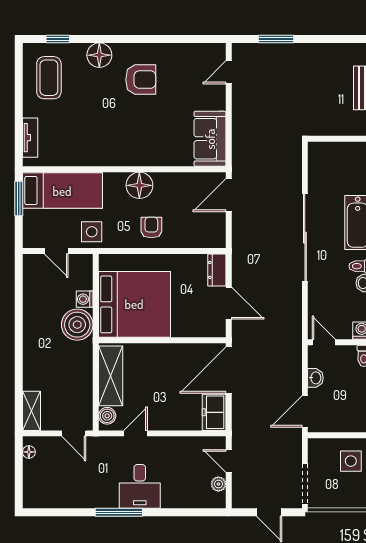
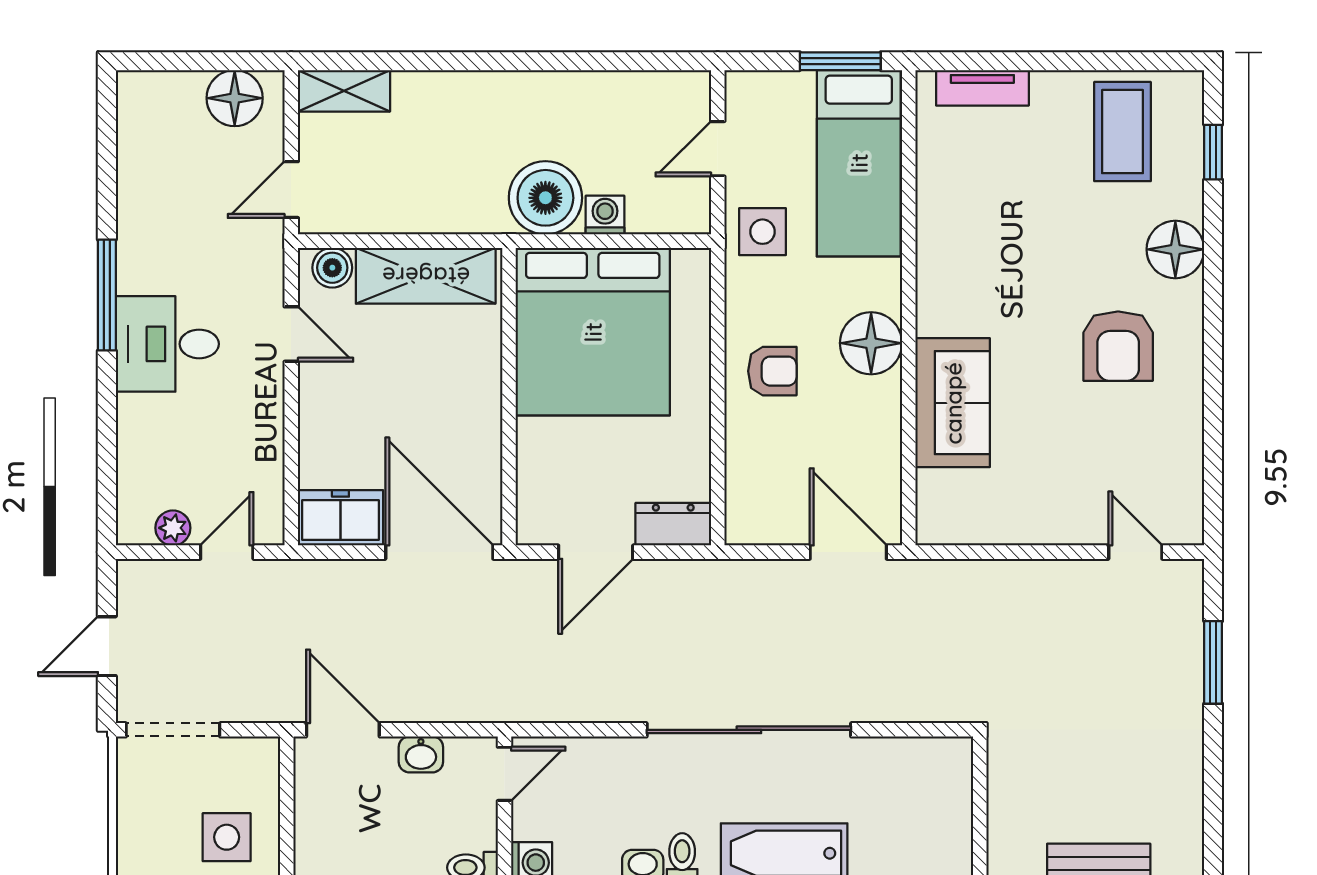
coffee table: (49, 78) -> (1122, 132), turned 90
sofa: (210, 139) -> (953, 403), moved, turned 90
floor lamp: (29, 452) -> (235, 98), width x1.89, depth x1.89

